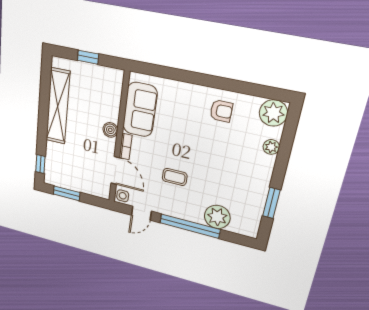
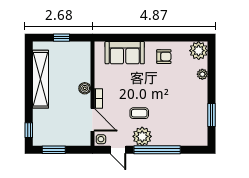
sofa: (140, 110) -> (125, 53), moved, turned 90
door: (141, 213) -> (118, 150), hinge flipped
plant: (217, 217) -> (142, 136), moved

